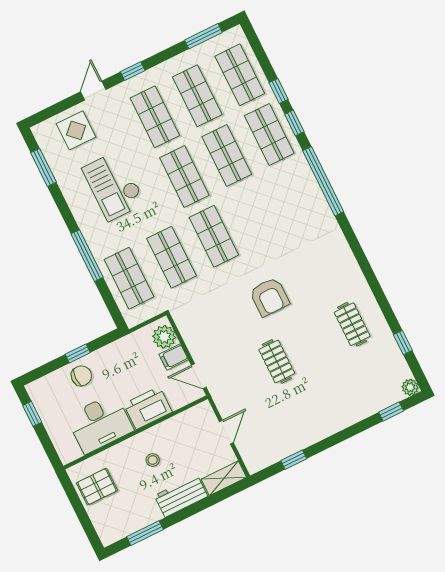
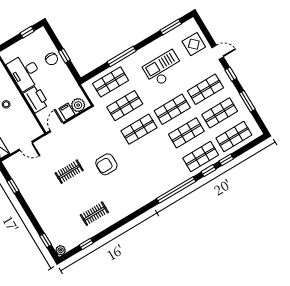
window: (203, 36) -> (247, 101), moved

